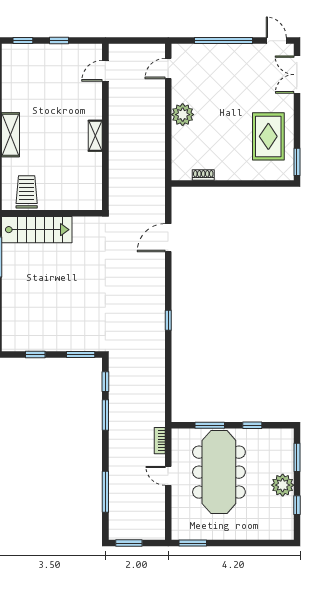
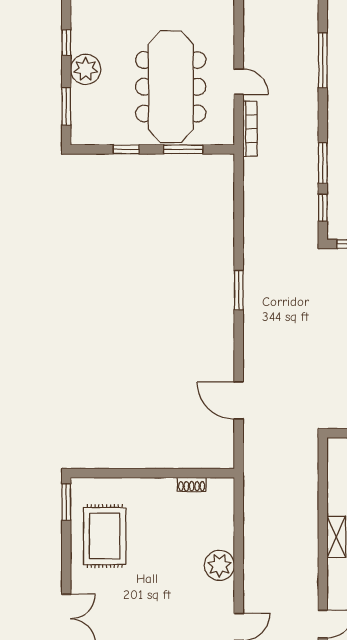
door: (168, 238) -> (239, 400), swing flipped
window: (168, 320) -> (239, 290), width x1.50
bookcase: (160, 441) -> (250, 129), width x1.56

